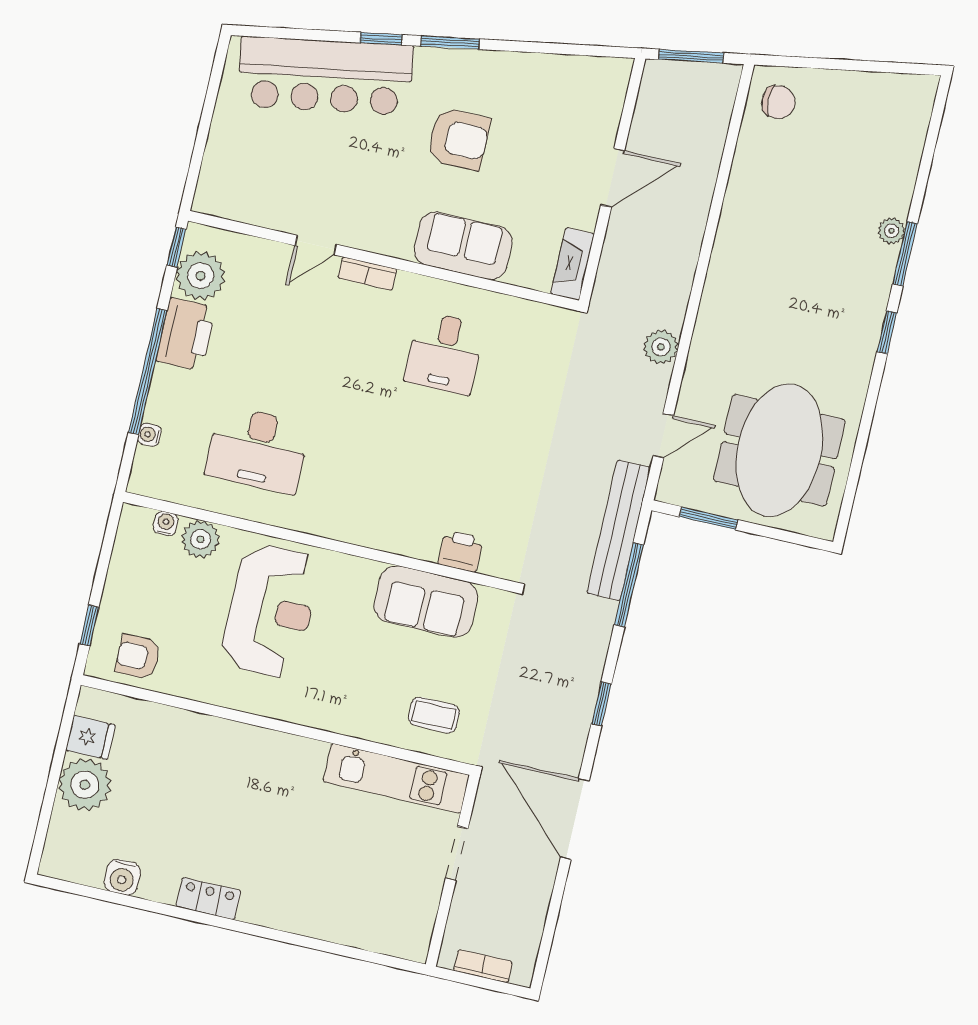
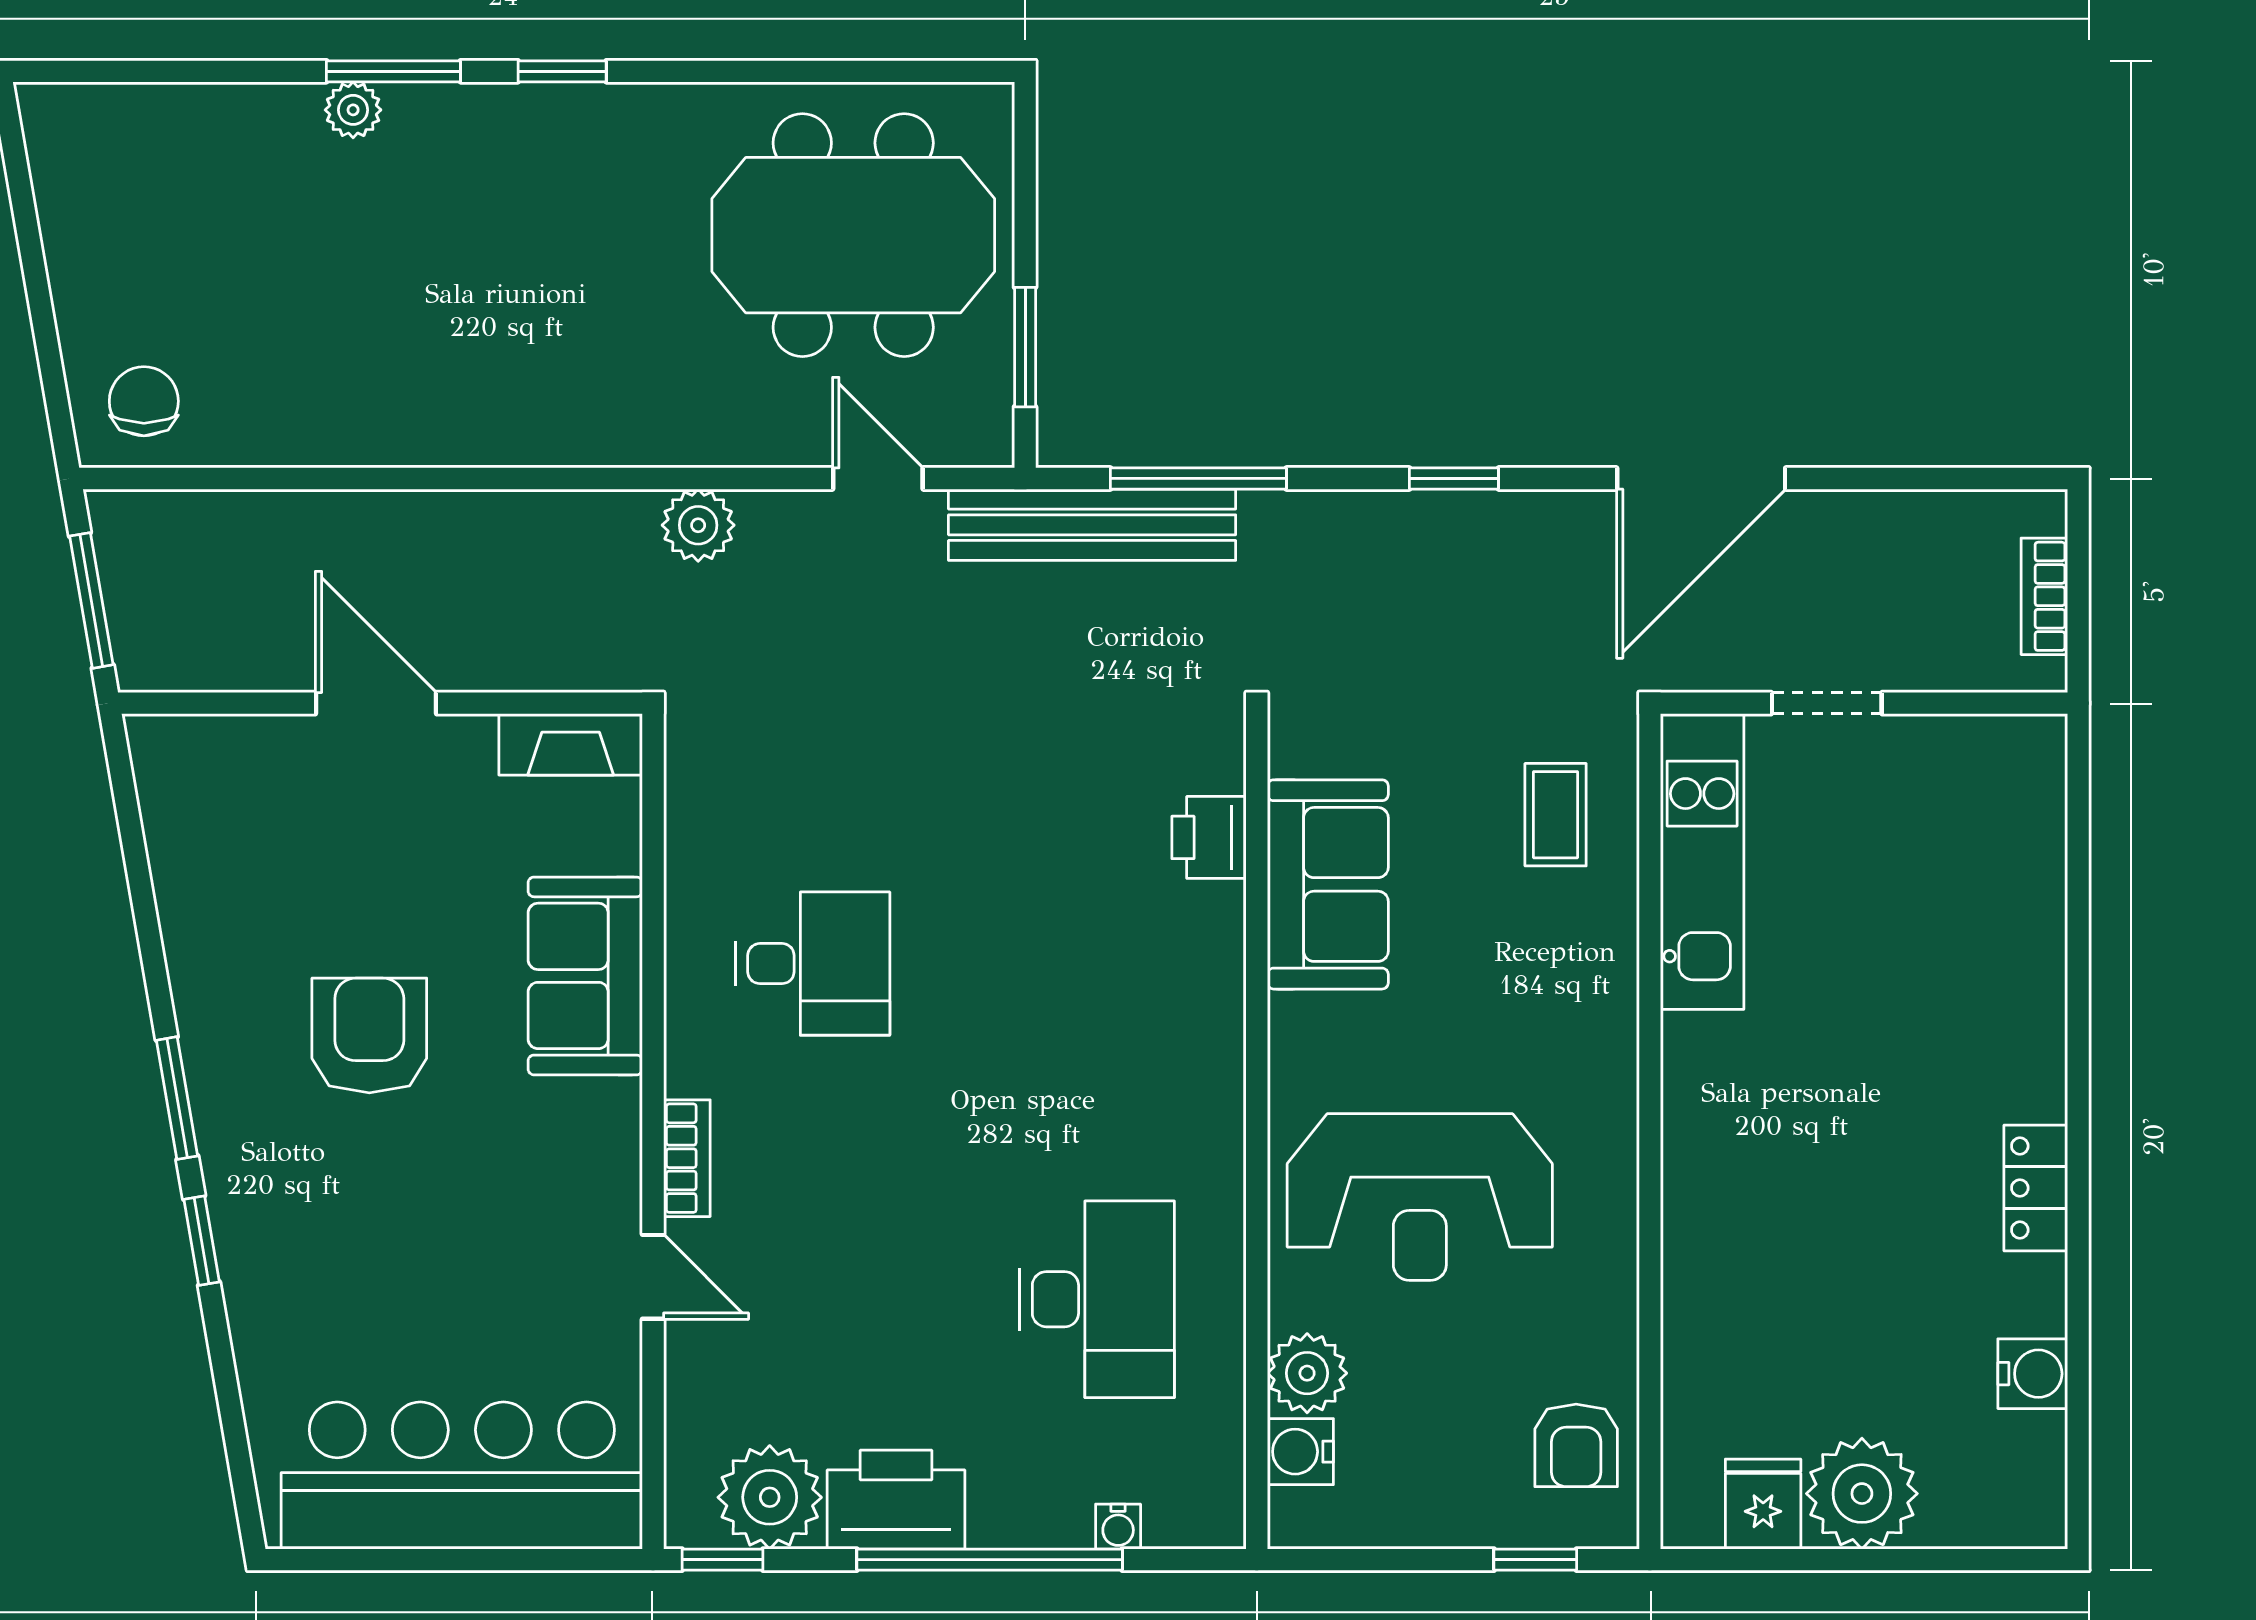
bar counter: (326, 76) -> (462, 1476), moved, turned -80
water cooler: (166, 523) -> (1300, 1452), width x1.38, depth x1.38
reception desk: (270, 611) -> (1420, 1197), turned 180

